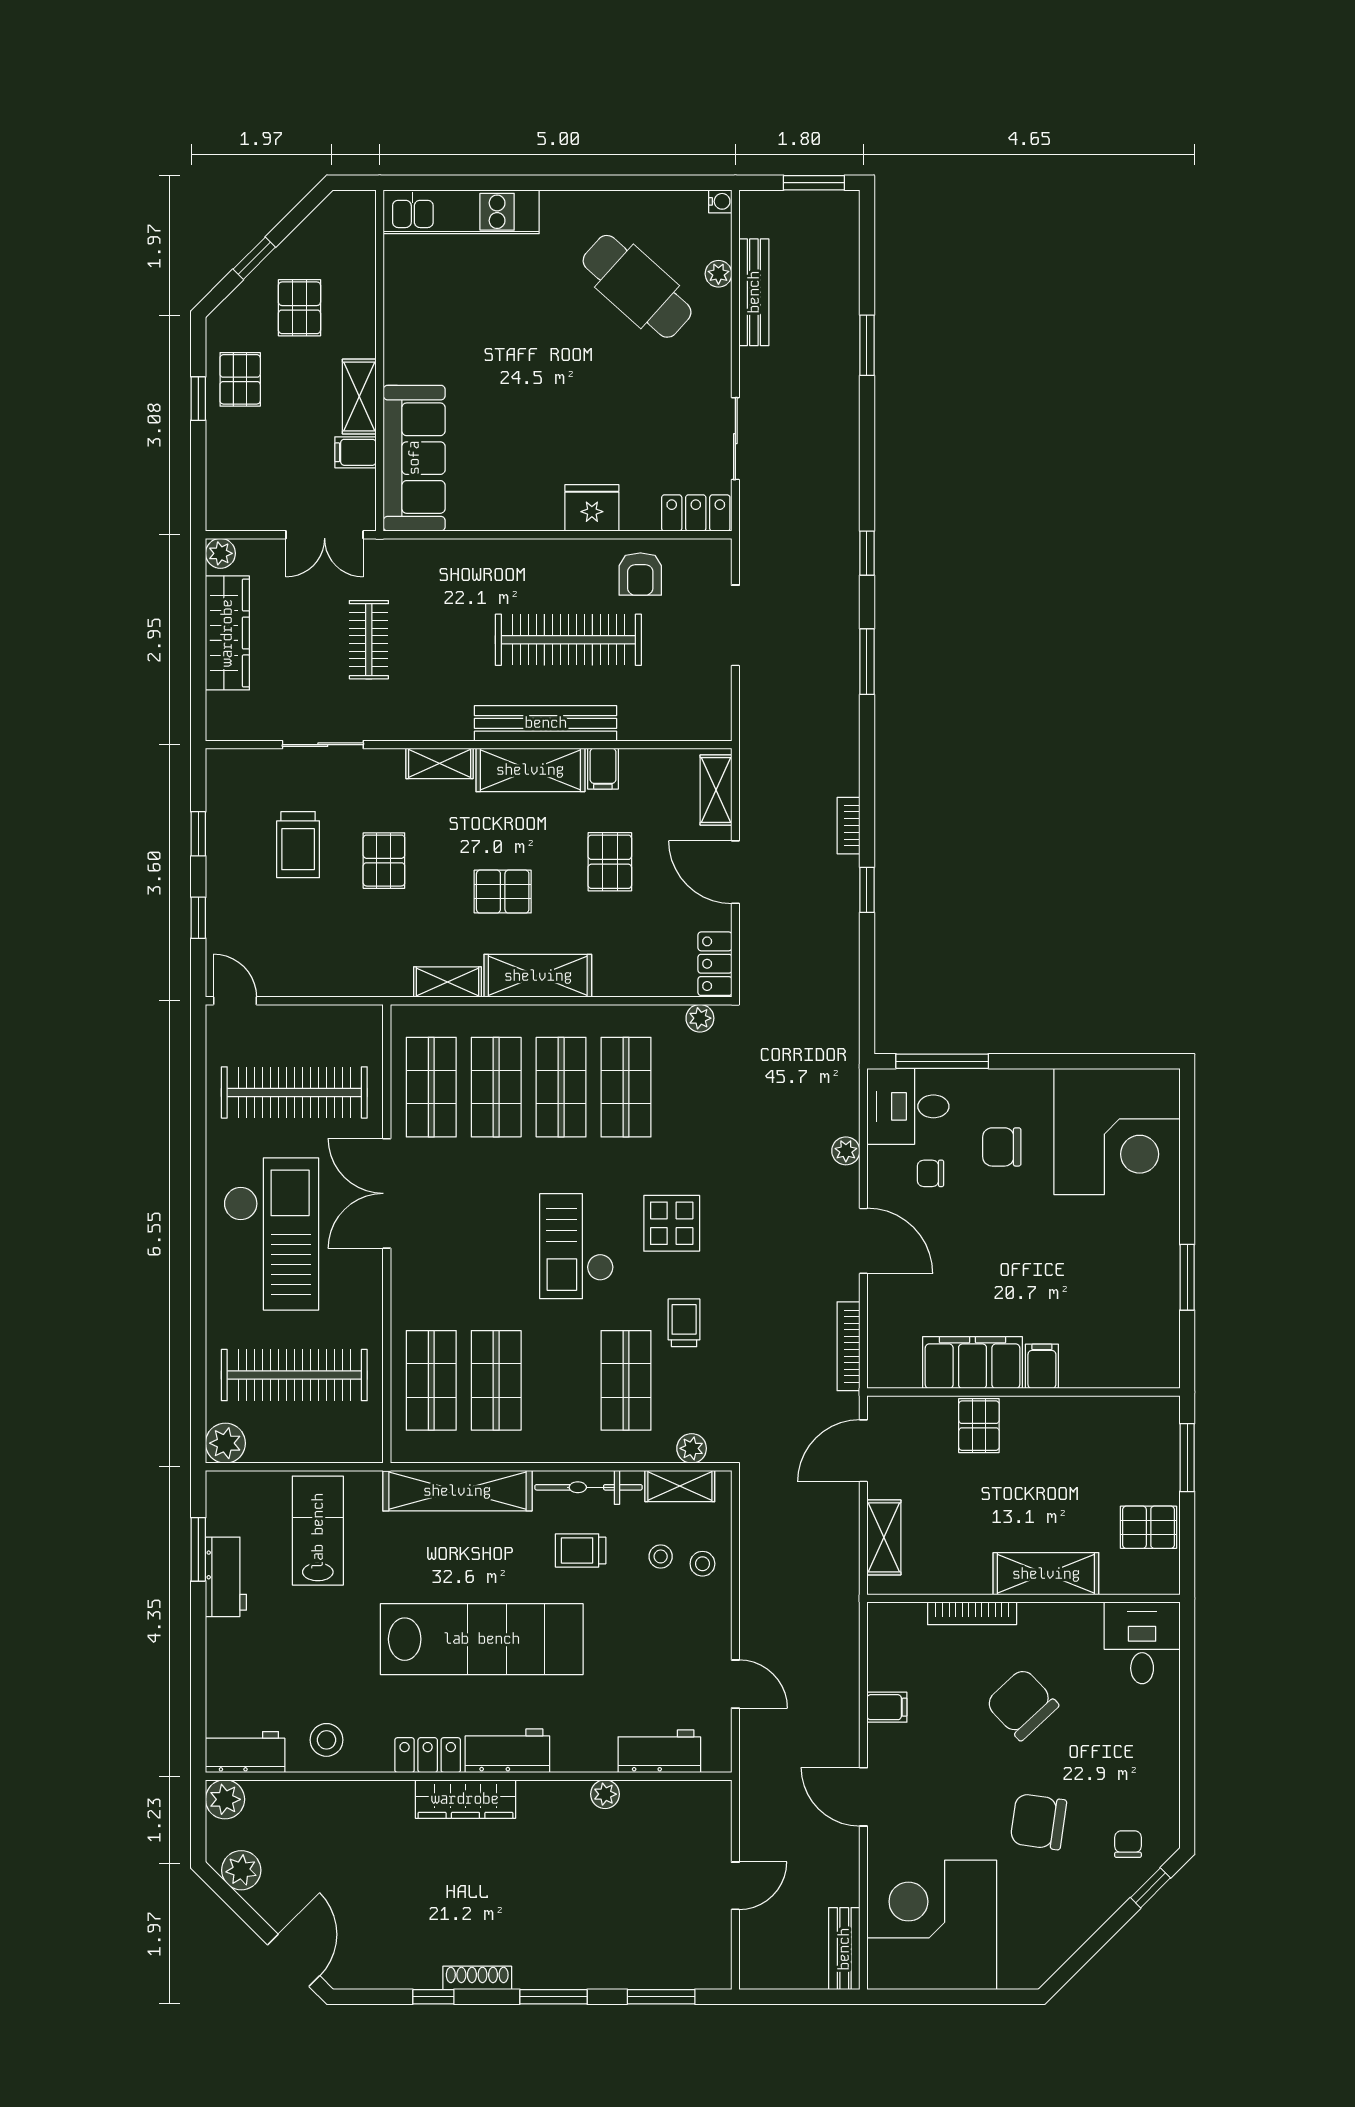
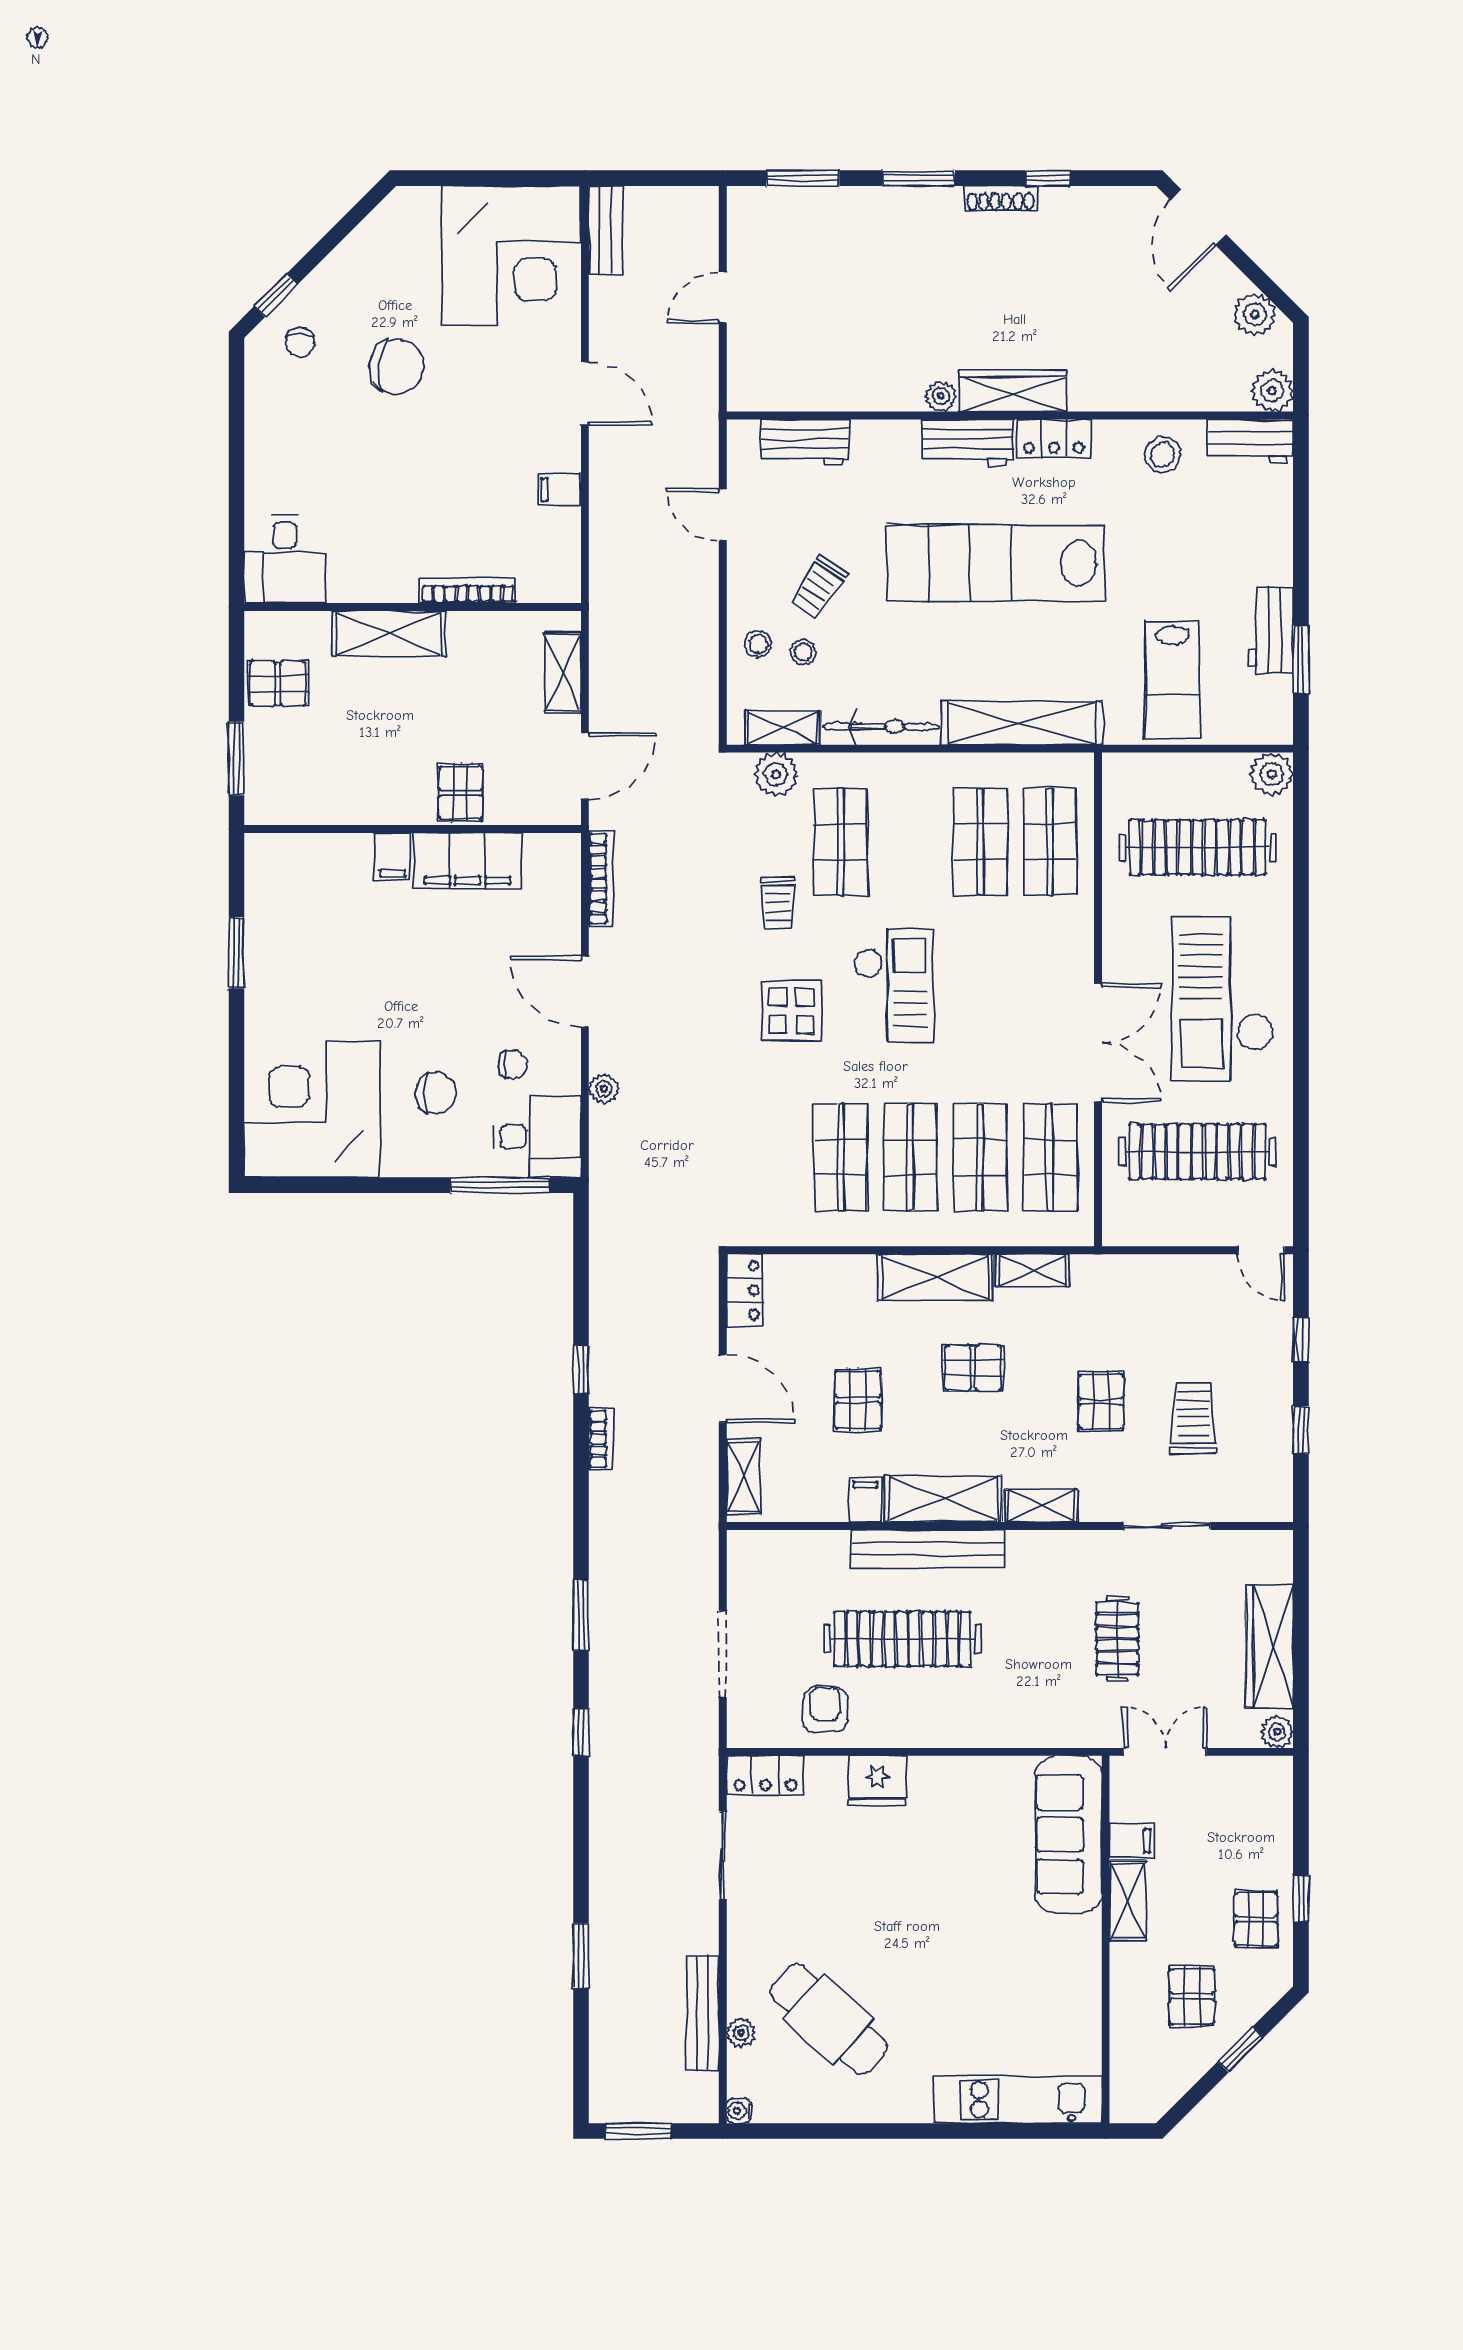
plant: (700, 1018) -> (761, 1231), removed
plant: (692, 1448) -> (776, 774), width x1.38, depth x1.38
trolley: (581, 1550) -> (818, 587), moved, turned 124
chair: (1022, 1704) -> (414, 493), removed
plant: (605, 1794) -> (941, 396), moved

